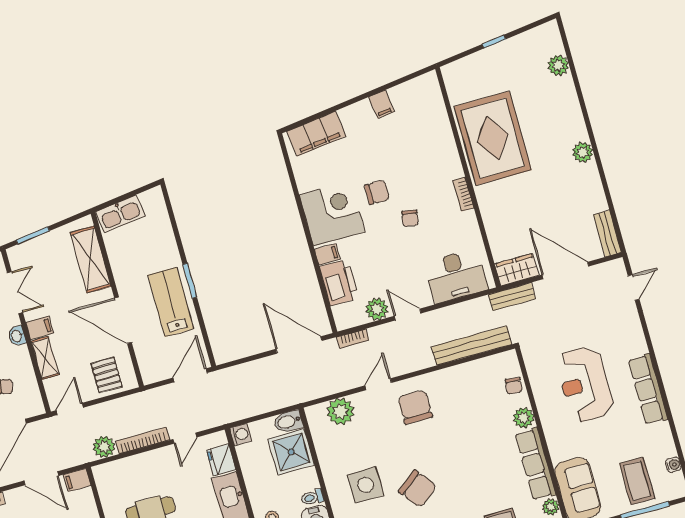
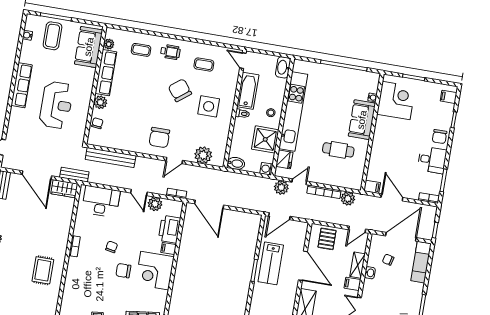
rug: (493, 138) -> (43, 270), width x0.54, depth x0.49
washbasin: (17, 336) -> (370, 273), moved
plant: (207, 418) -> (281, 187), added
shower: (291, 452) -> (265, 139), moved

